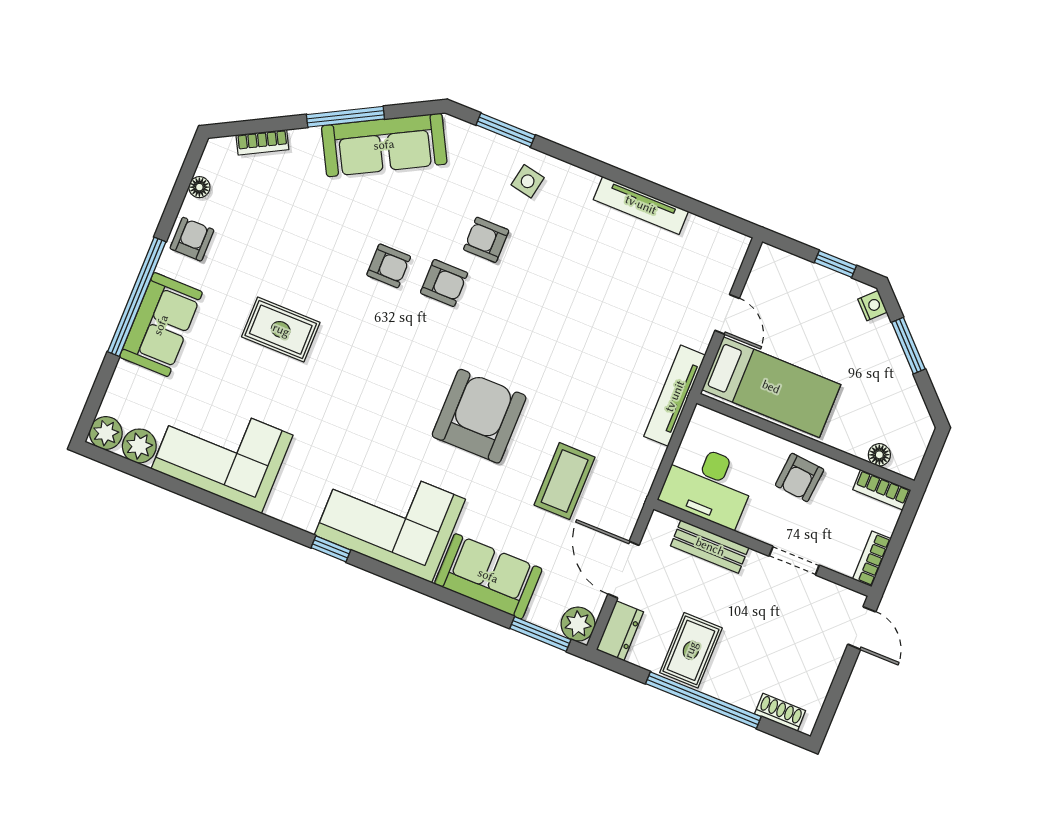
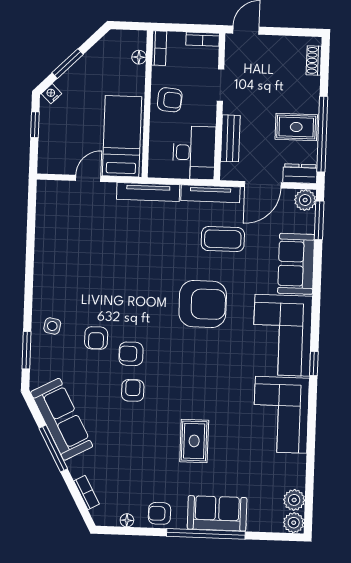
tv unit: (641, 205) -> (210, 194), moved, turned 90
armchair: (444, 283) -> (131, 354), turned -90
armchair: (479, 416) -> (203, 304), turned 180
corner sofa: (222, 452) -> (281, 415), moved
window: (703, 700) -> (322, 134), moved

